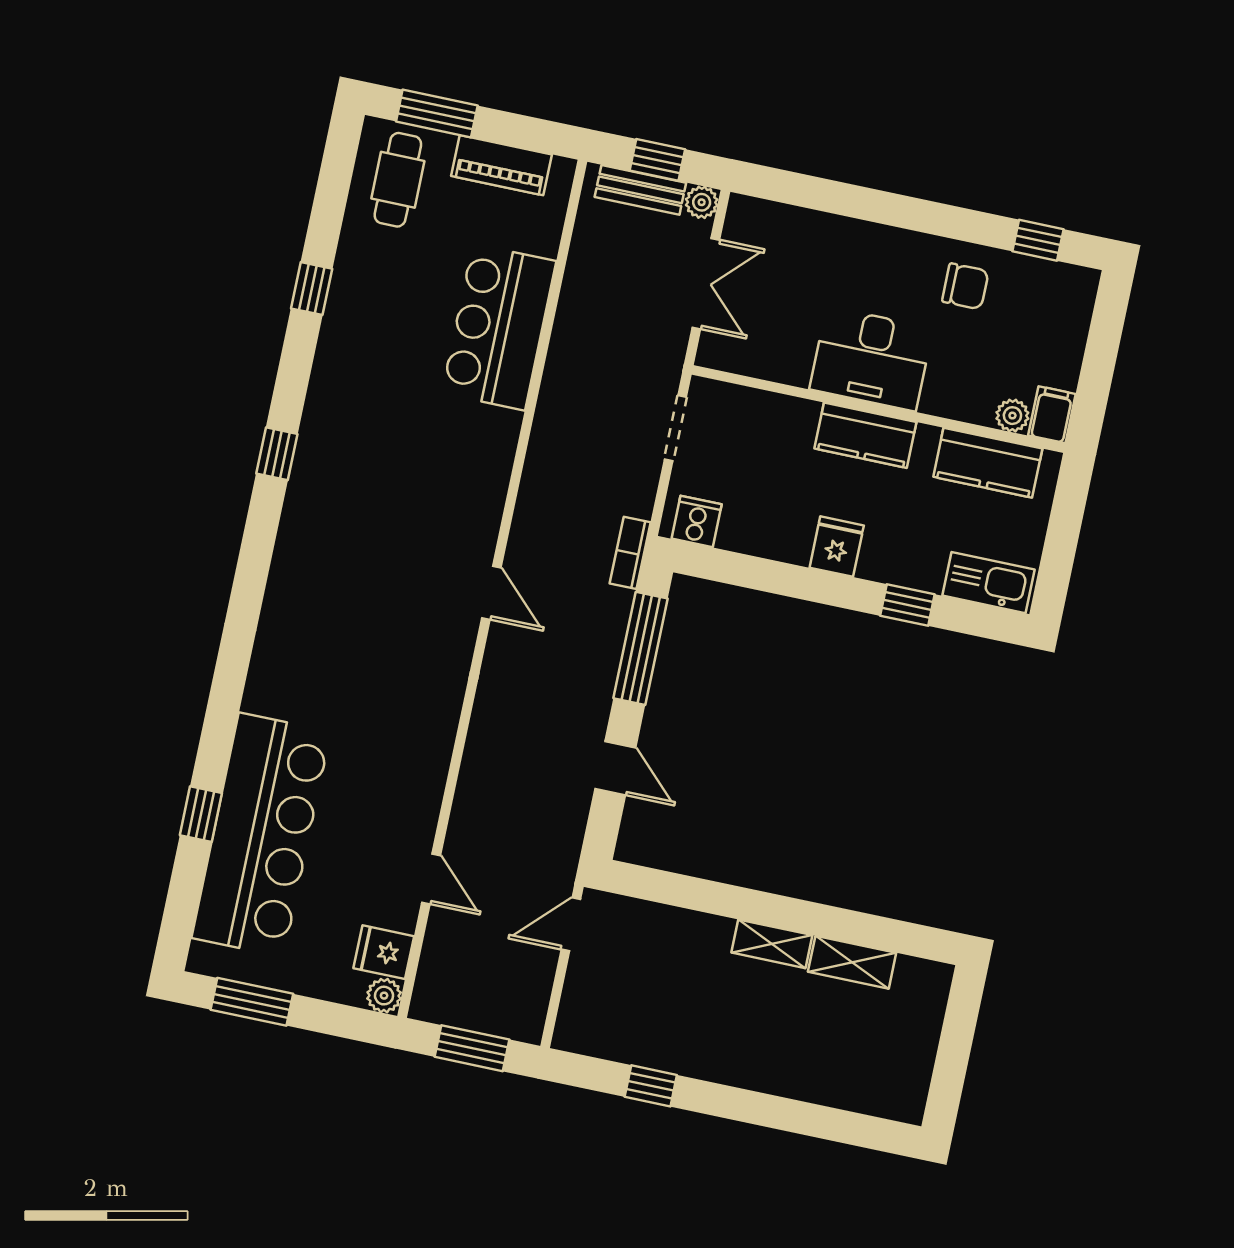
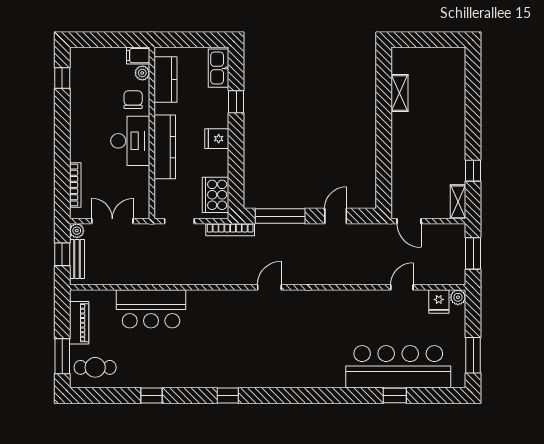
bookcase: (801, 220) -> (75, 185), added
chair: (965, 286) -> (133, 100), moved
kitchen counter: (865, 435) -> (165, 147), width x1.50
cooker: (697, 521) -> (216, 195), width x1.87, depth x1.31
bookcase: (630, 553) -> (230, 230), width x1.56
shelving: (772, 944) -> (458, 202), moved

